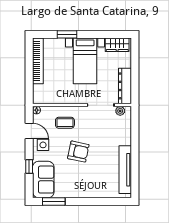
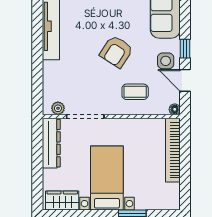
bookcase: (38, 61) -> (173, 150), moved
armchair: (78, 152) -> (116, 52), turned -69
window: (29, 167) -> (185, 49), moved

